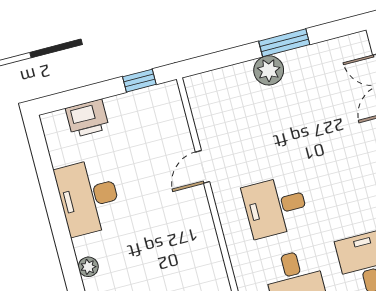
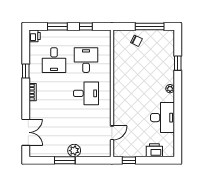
door: (203, 167) -> (112, 133), moved

